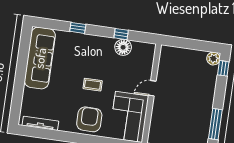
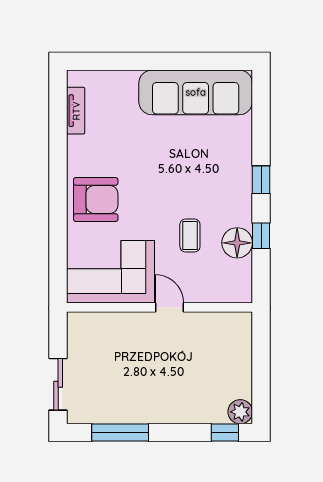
window: (78, 28) -> (261, 180), moved
coffee table: (93, 85) -> (190, 235), moved
tv unit: (40, 123) -> (76, 111), width x0.71

